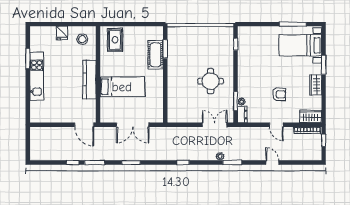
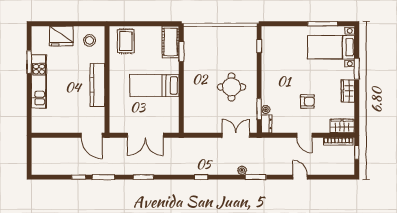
fridge: (62, 33) -> (61, 36), width x1.88, depth x1.34
cot: (156, 55) -> (171, 42), moved
bed: (122, 87) -> (154, 86), moved, turned 180

